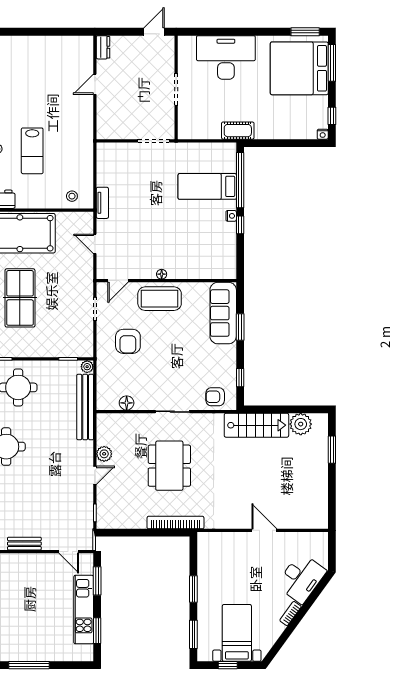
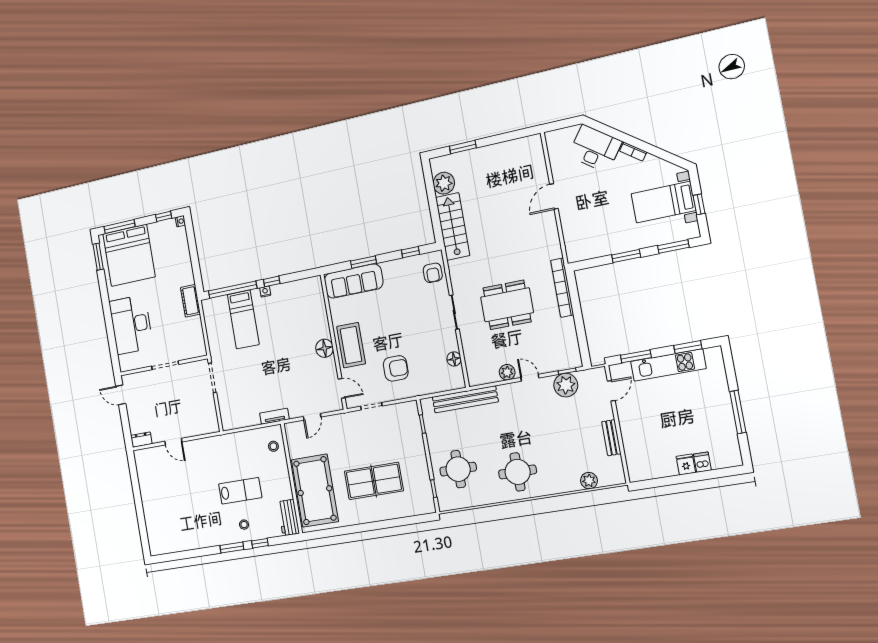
floor lamp: (162, 274) -> (325, 348), width x1.89, depth x1.89
plant: (87, 367) -> (566, 385), moved, width x1.87, depth x1.87

